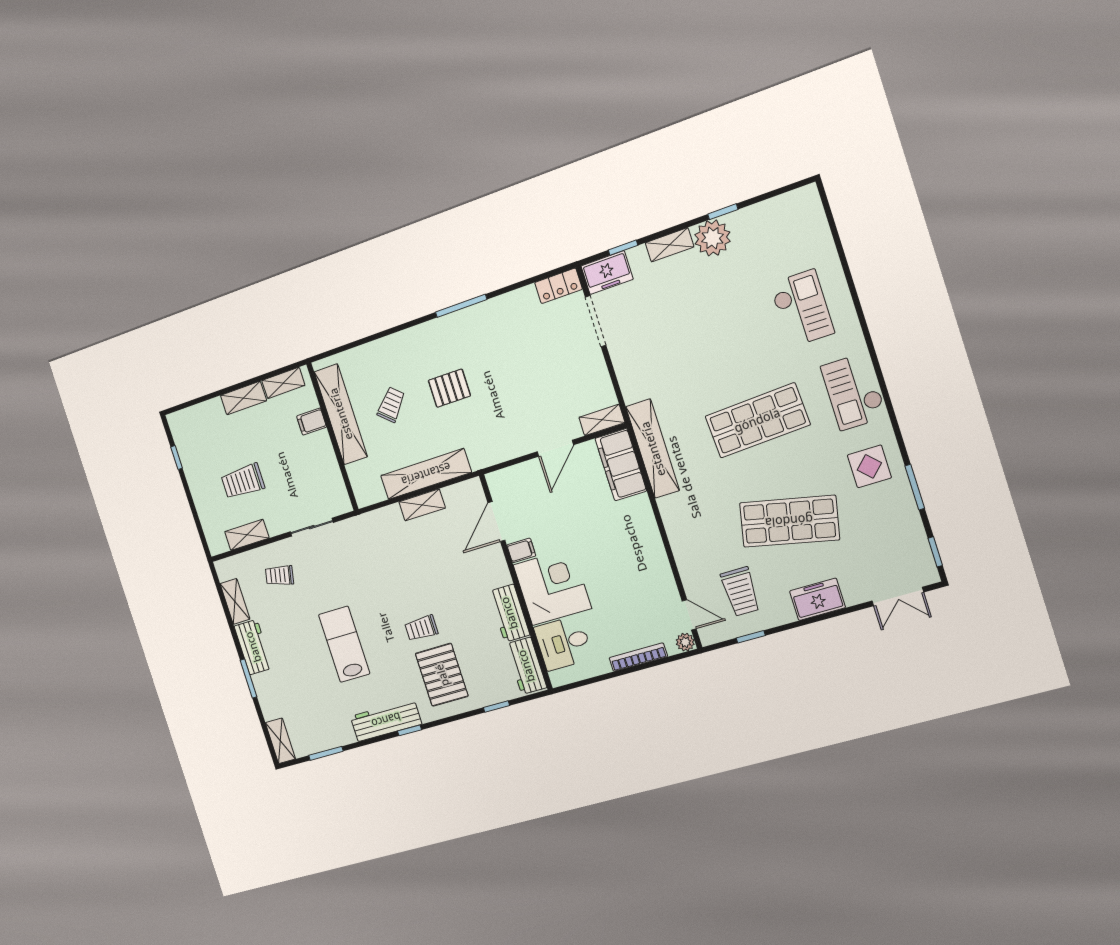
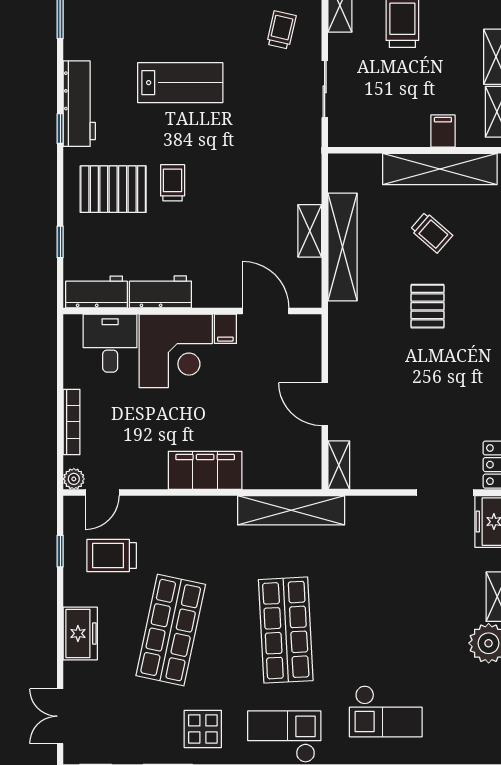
filing cabinet: (621, 465) -> (205, 470), moved

